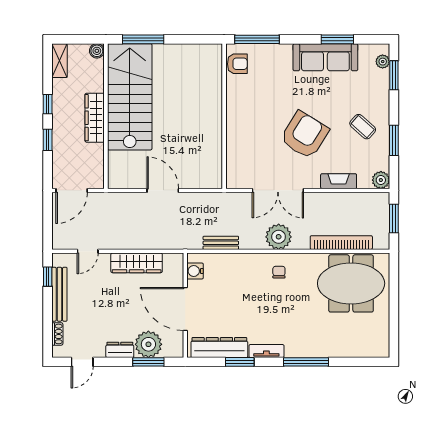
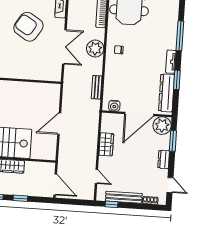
wardrobe: (137, 263) -> (106, 144), width x0.67
plant: (148, 344) -> (162, 126), moved

